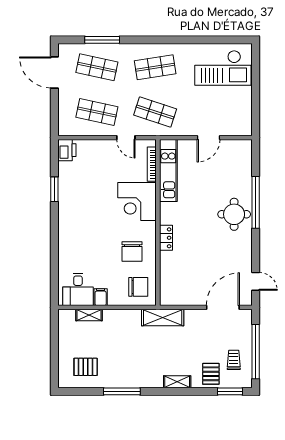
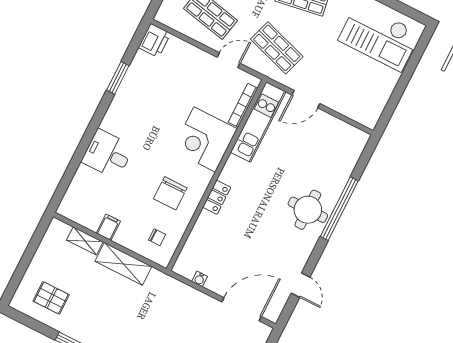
door: (126, 138) -> (229, 60), swing flipped
door: (208, 138) -> (306, 99), moved
door: (256, 281) -> (301, 285), moved
chair: (138, 287) -> (157, 237), width x0.54, depth x0.54
desk: (78, 289) -> (108, 154), moved, turned 90
water cooler: (183, 301) -> (200, 279), added
shelving: (163, 317) -> (123, 264), moved

